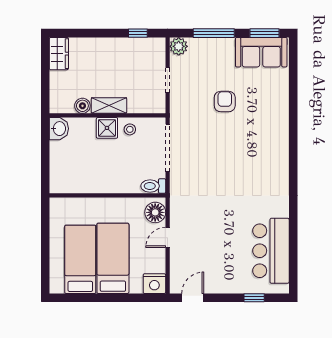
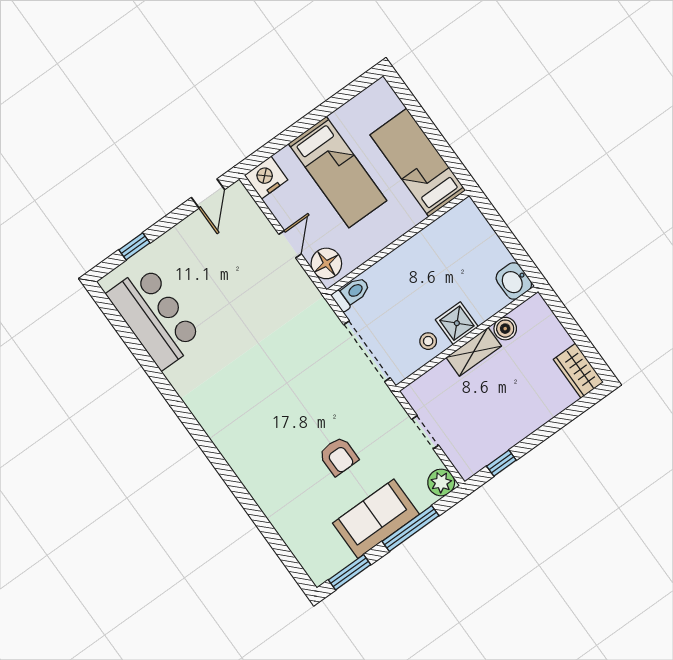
sofa: (261, 52) -> (376, 519), moved
bed: (80, 259) -> (418, 163), moved, turned 180

